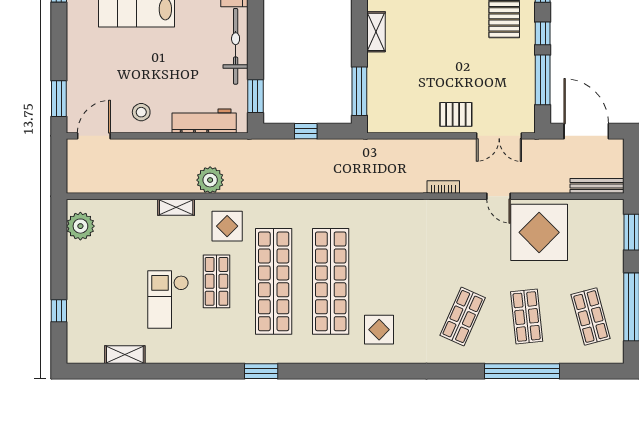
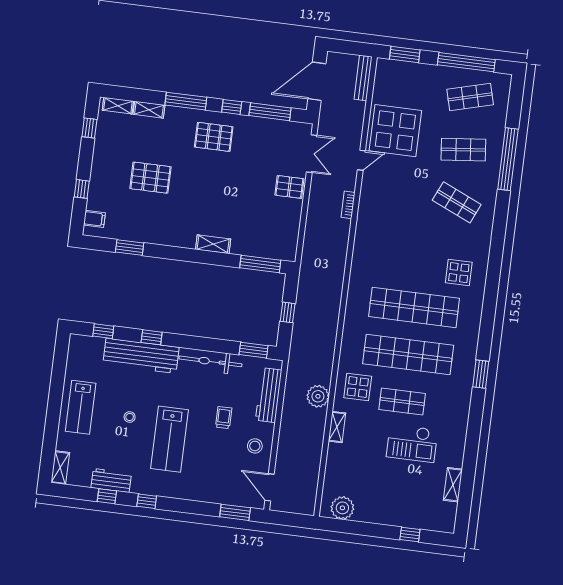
trolley: (170, 71) -> (224, 418), added
pallet: (456, 114) -> (289, 187), turned 90

